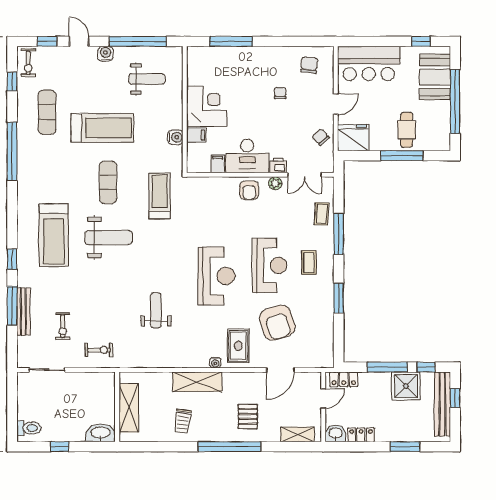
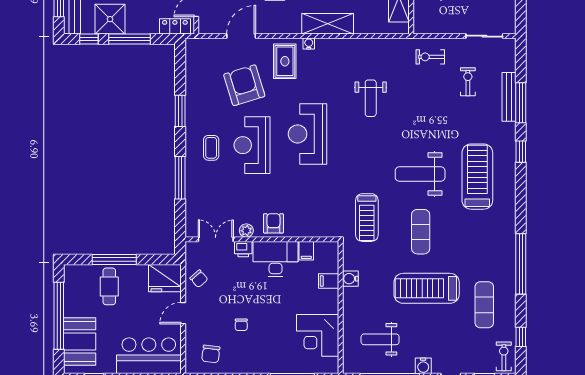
corner desk: (207, 106) -> (318, 335), moved
coffee table: (322, 214) -> (198, 199), removed

